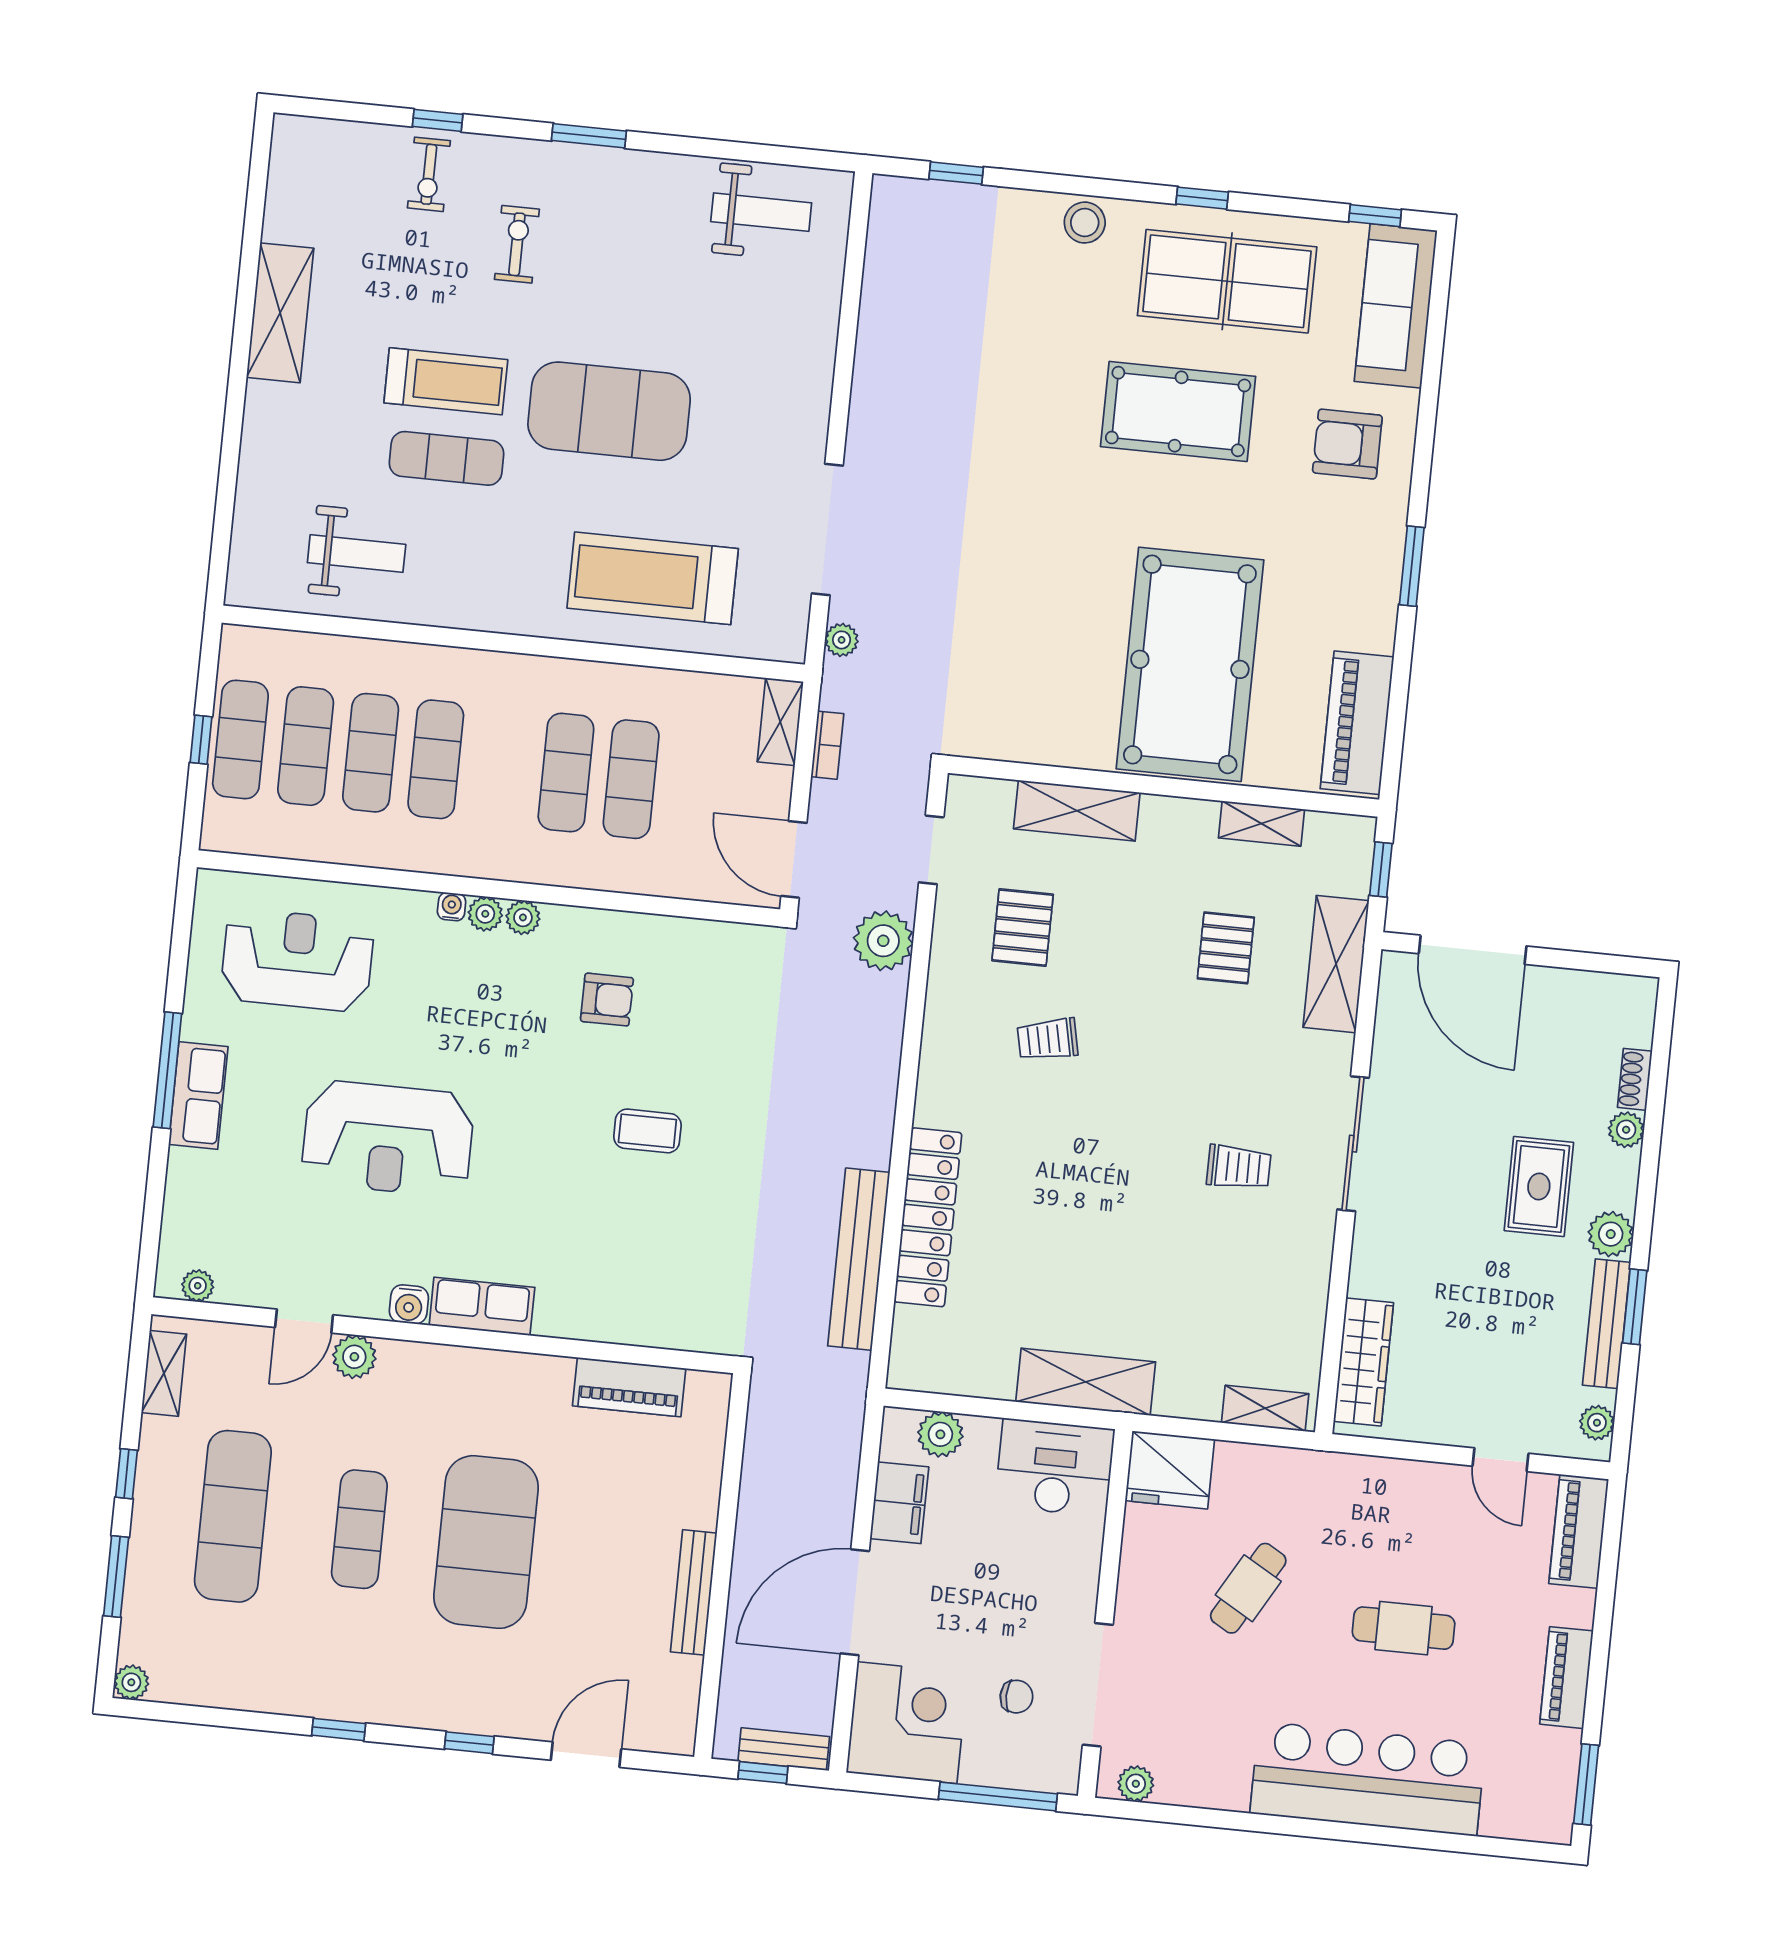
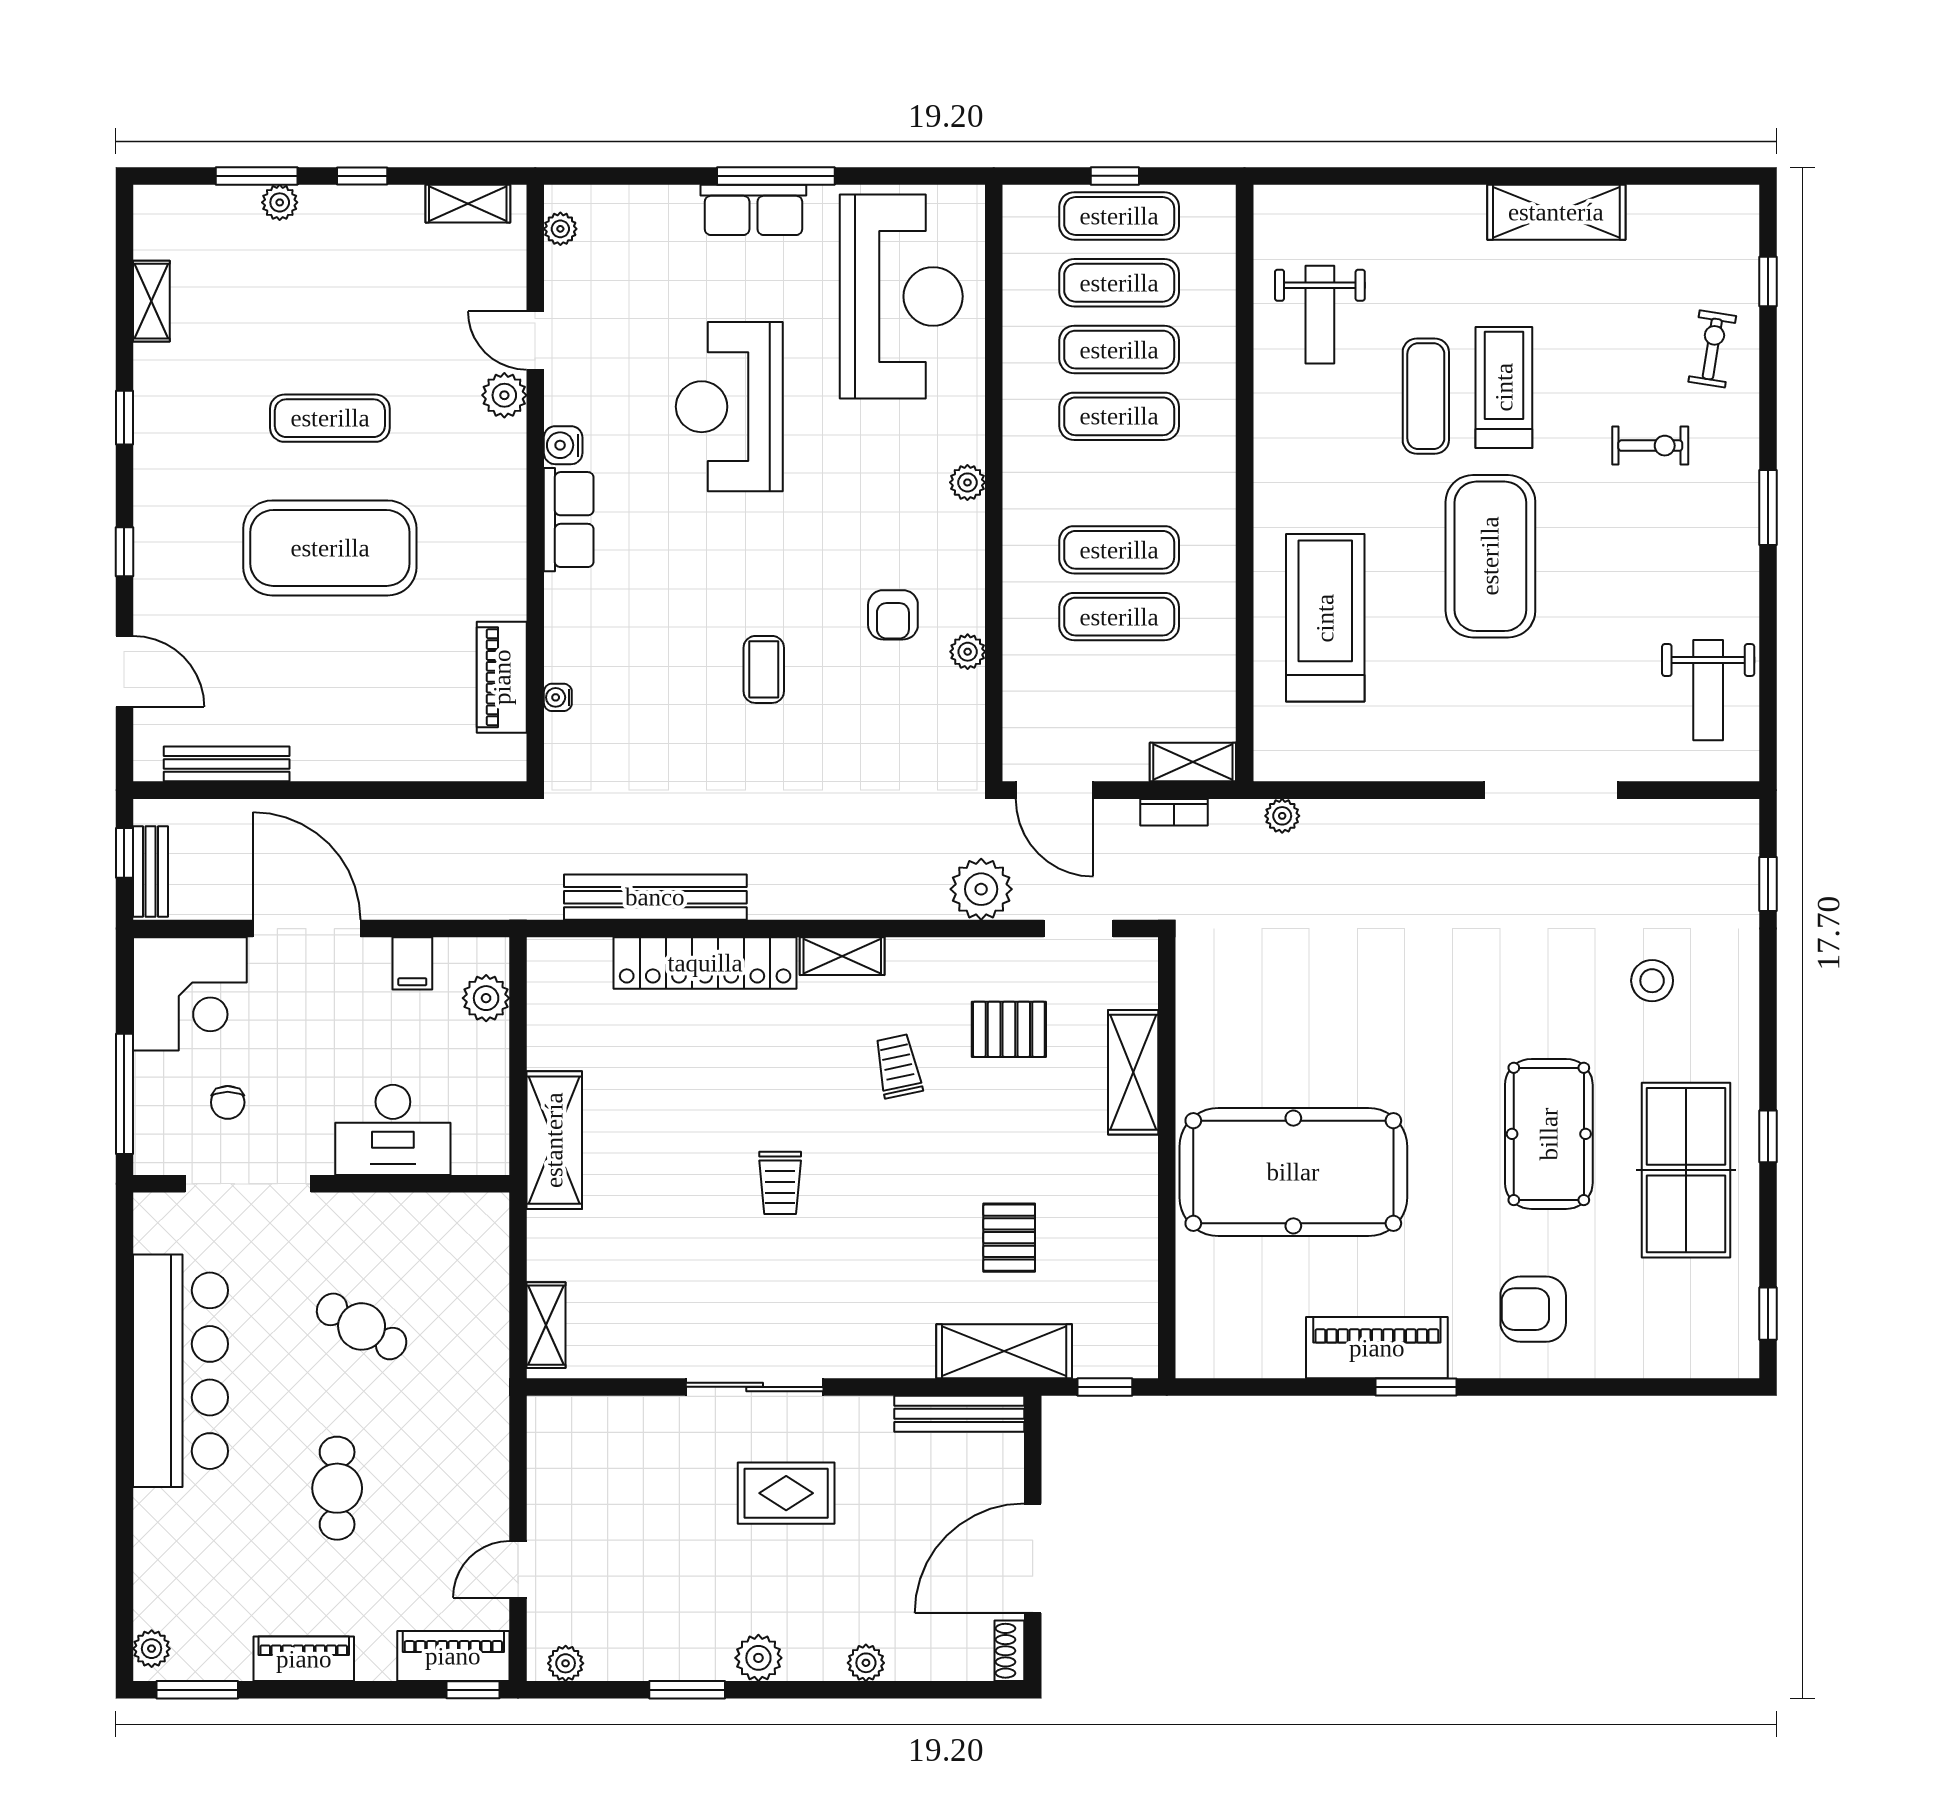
window: (438, 120) -> (1768, 281), moved
exercise bike: (429, 174) -> (1712, 349), turned 99
stool: (1085, 223) -> (1652, 981), moved
sofa: (1396, 306) -> (1678, 1344), removed
treadmill: (446, 381) -> (1504, 387), turned 180
armchair: (1347, 444) -> (1533, 1309), turned -90
doorway: (827, 529) -> (1551, 790), moved
piano: (1357, 723) -> (1377, 1348), moved
shelving: (1261, 824) -> (842, 956), moved, turned 90
door: (794, 859) -> (1054, 790), swing flipped
water cooler: (452, 907) -> (558, 697), moved, turned 180
plant: (523, 917) -> (968, 652), moved
pallet: (1226, 948) -> (1009, 1238), turned 90
door: (1473, 950) -> (1033, 1558), moved
reception desk: (297, 960) -> (901, 296), width x1.36, depth x1.30
shoe rack: (1635, 1079) -> (1009, 1651), moved, turned -90
sliding door: (1353, 1144) -> (755, 1387), moved
trolley: (1239, 1167) -> (780, 1183), moved
rug: (1539, 1186) -> (786, 1493), moved
bench: (1607, 1324) -> (959, 1414), moved
wardrobe: (1363, 1362) -> (603, 1420), removed
desk: (1055, 1467) -> (393, 1130), moved, turned 90
fridge: (1170, 1470) -> (474, 1235), removed
filing cabinet: (899, 1503) -> (412, 963), width x0.50
exercise mat: (233, 1516) -> (330, 288), removed
window: (1613, 1516) -> (473, 1690), added
bench: (694, 1592) -> (227, 764), moved
plant: (131, 1682) -> (280, 202), moved
shelving: (228, 1692) -> (151, 301), added
bar counter: (1368, 1779) -> (181, 1371), moved
plant: (1136, 1784) -> (152, 1649), moved

